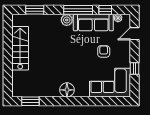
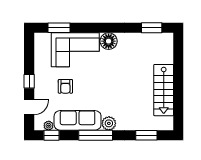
window: (105, 10) -> (51, 135), moved
window: (134, 69) -> (29, 81), moved
corner sofa: (110, 83) -> (75, 50), moved
window: (109, 101) -> (59, 28), added

